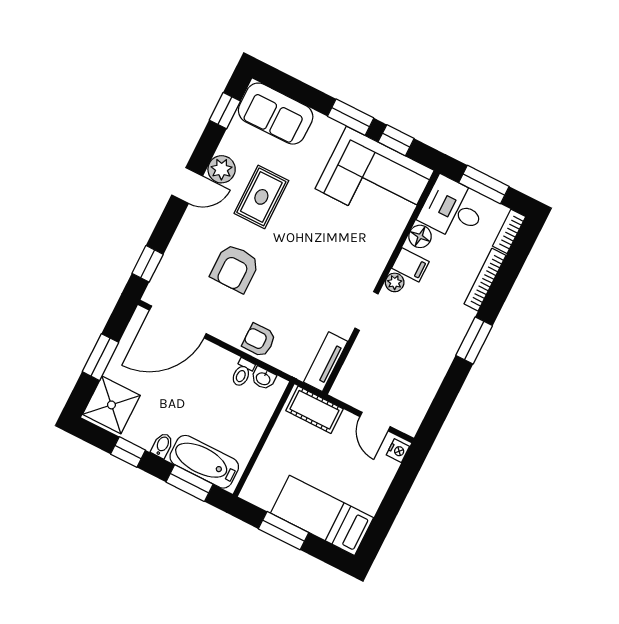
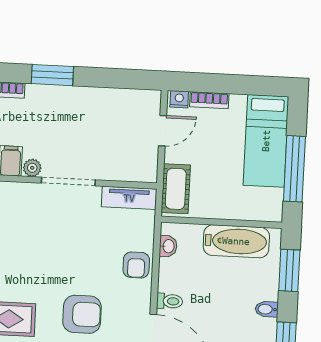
doorway: (367, 311) -> (68, 181), width x1.38
toilet: (242, 373) -> (170, 301), moved
bathtub: (204, 462) -> (236, 241), moved, turned -90
bookcase: (384, 479) -> (209, 100), added
window: (284, 531) -> (294, 169), width x1.44

